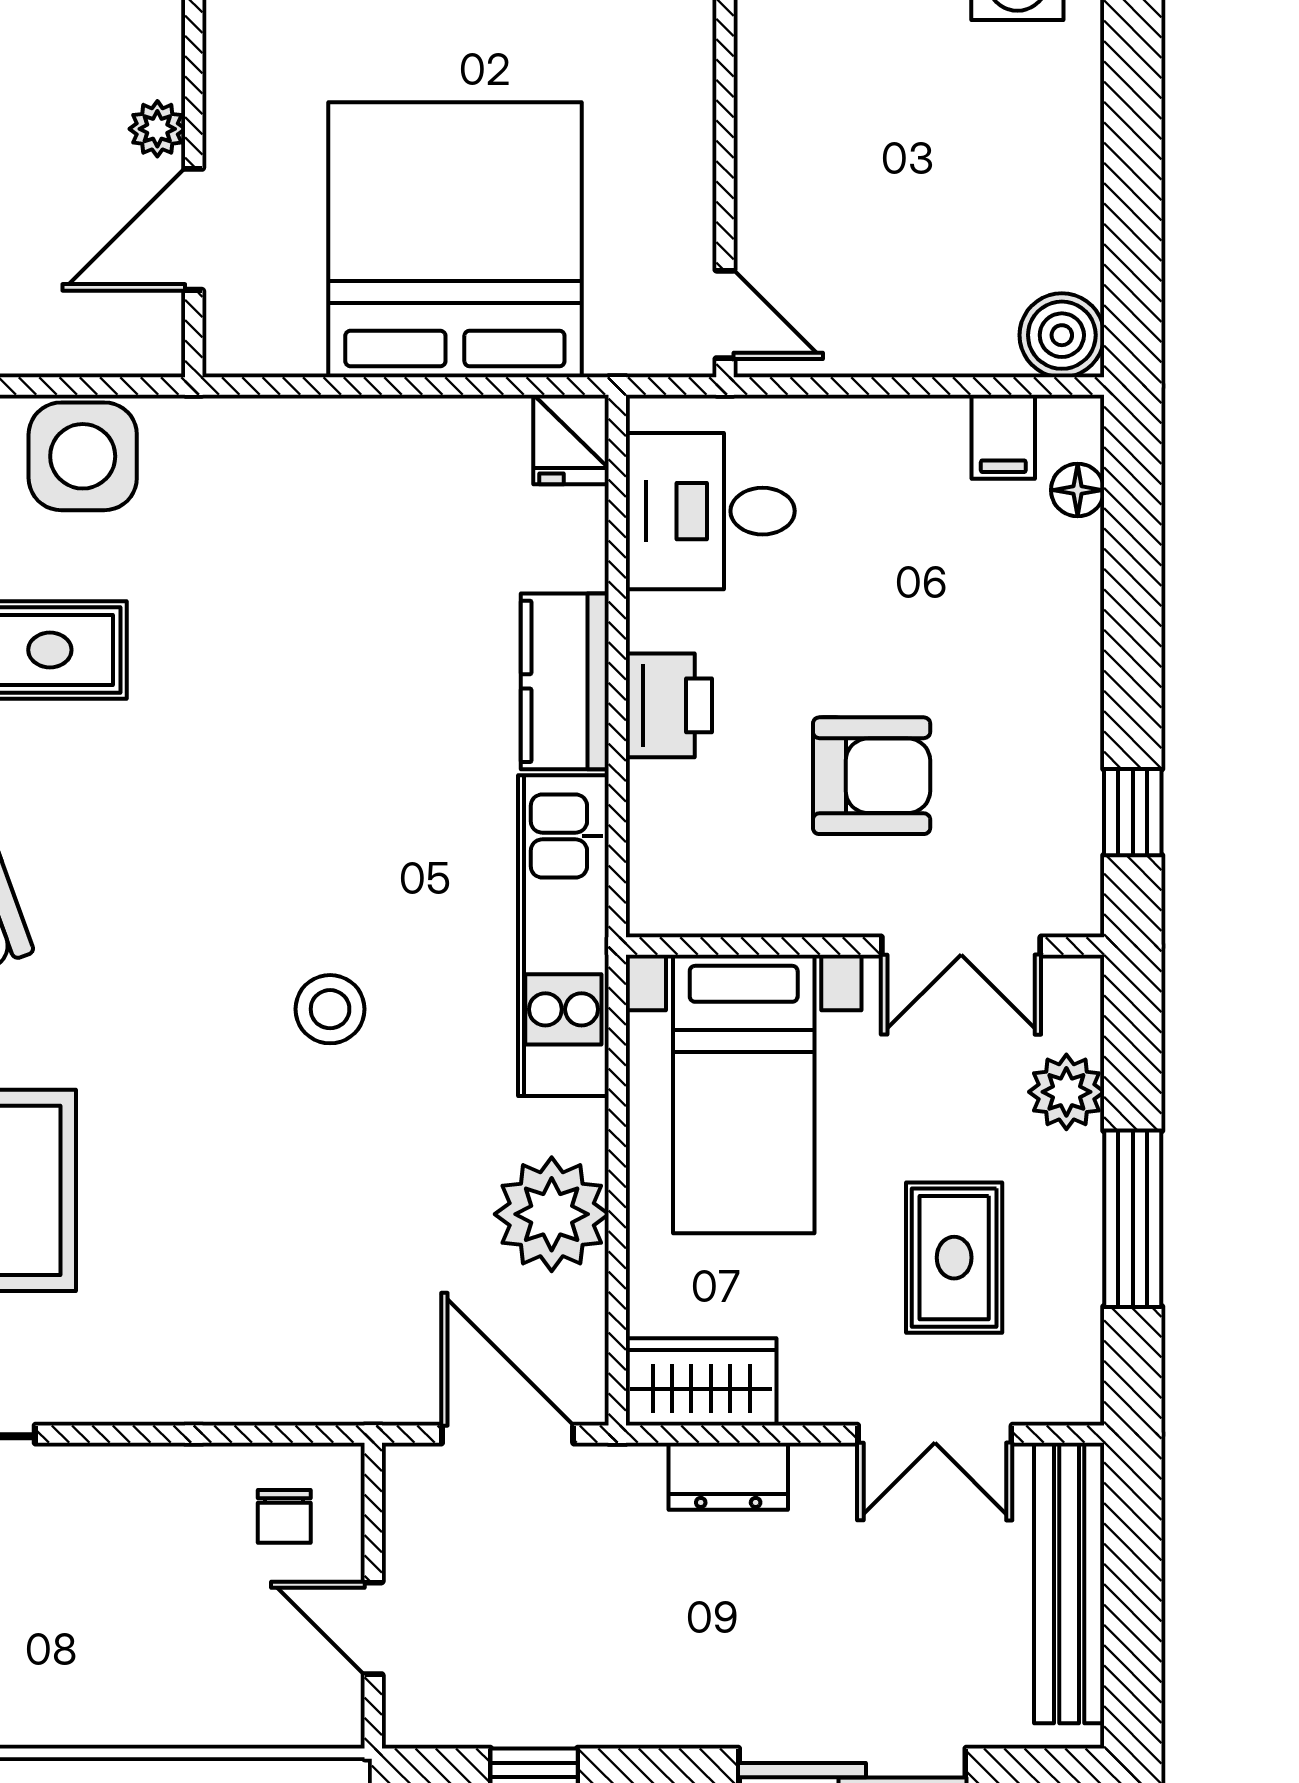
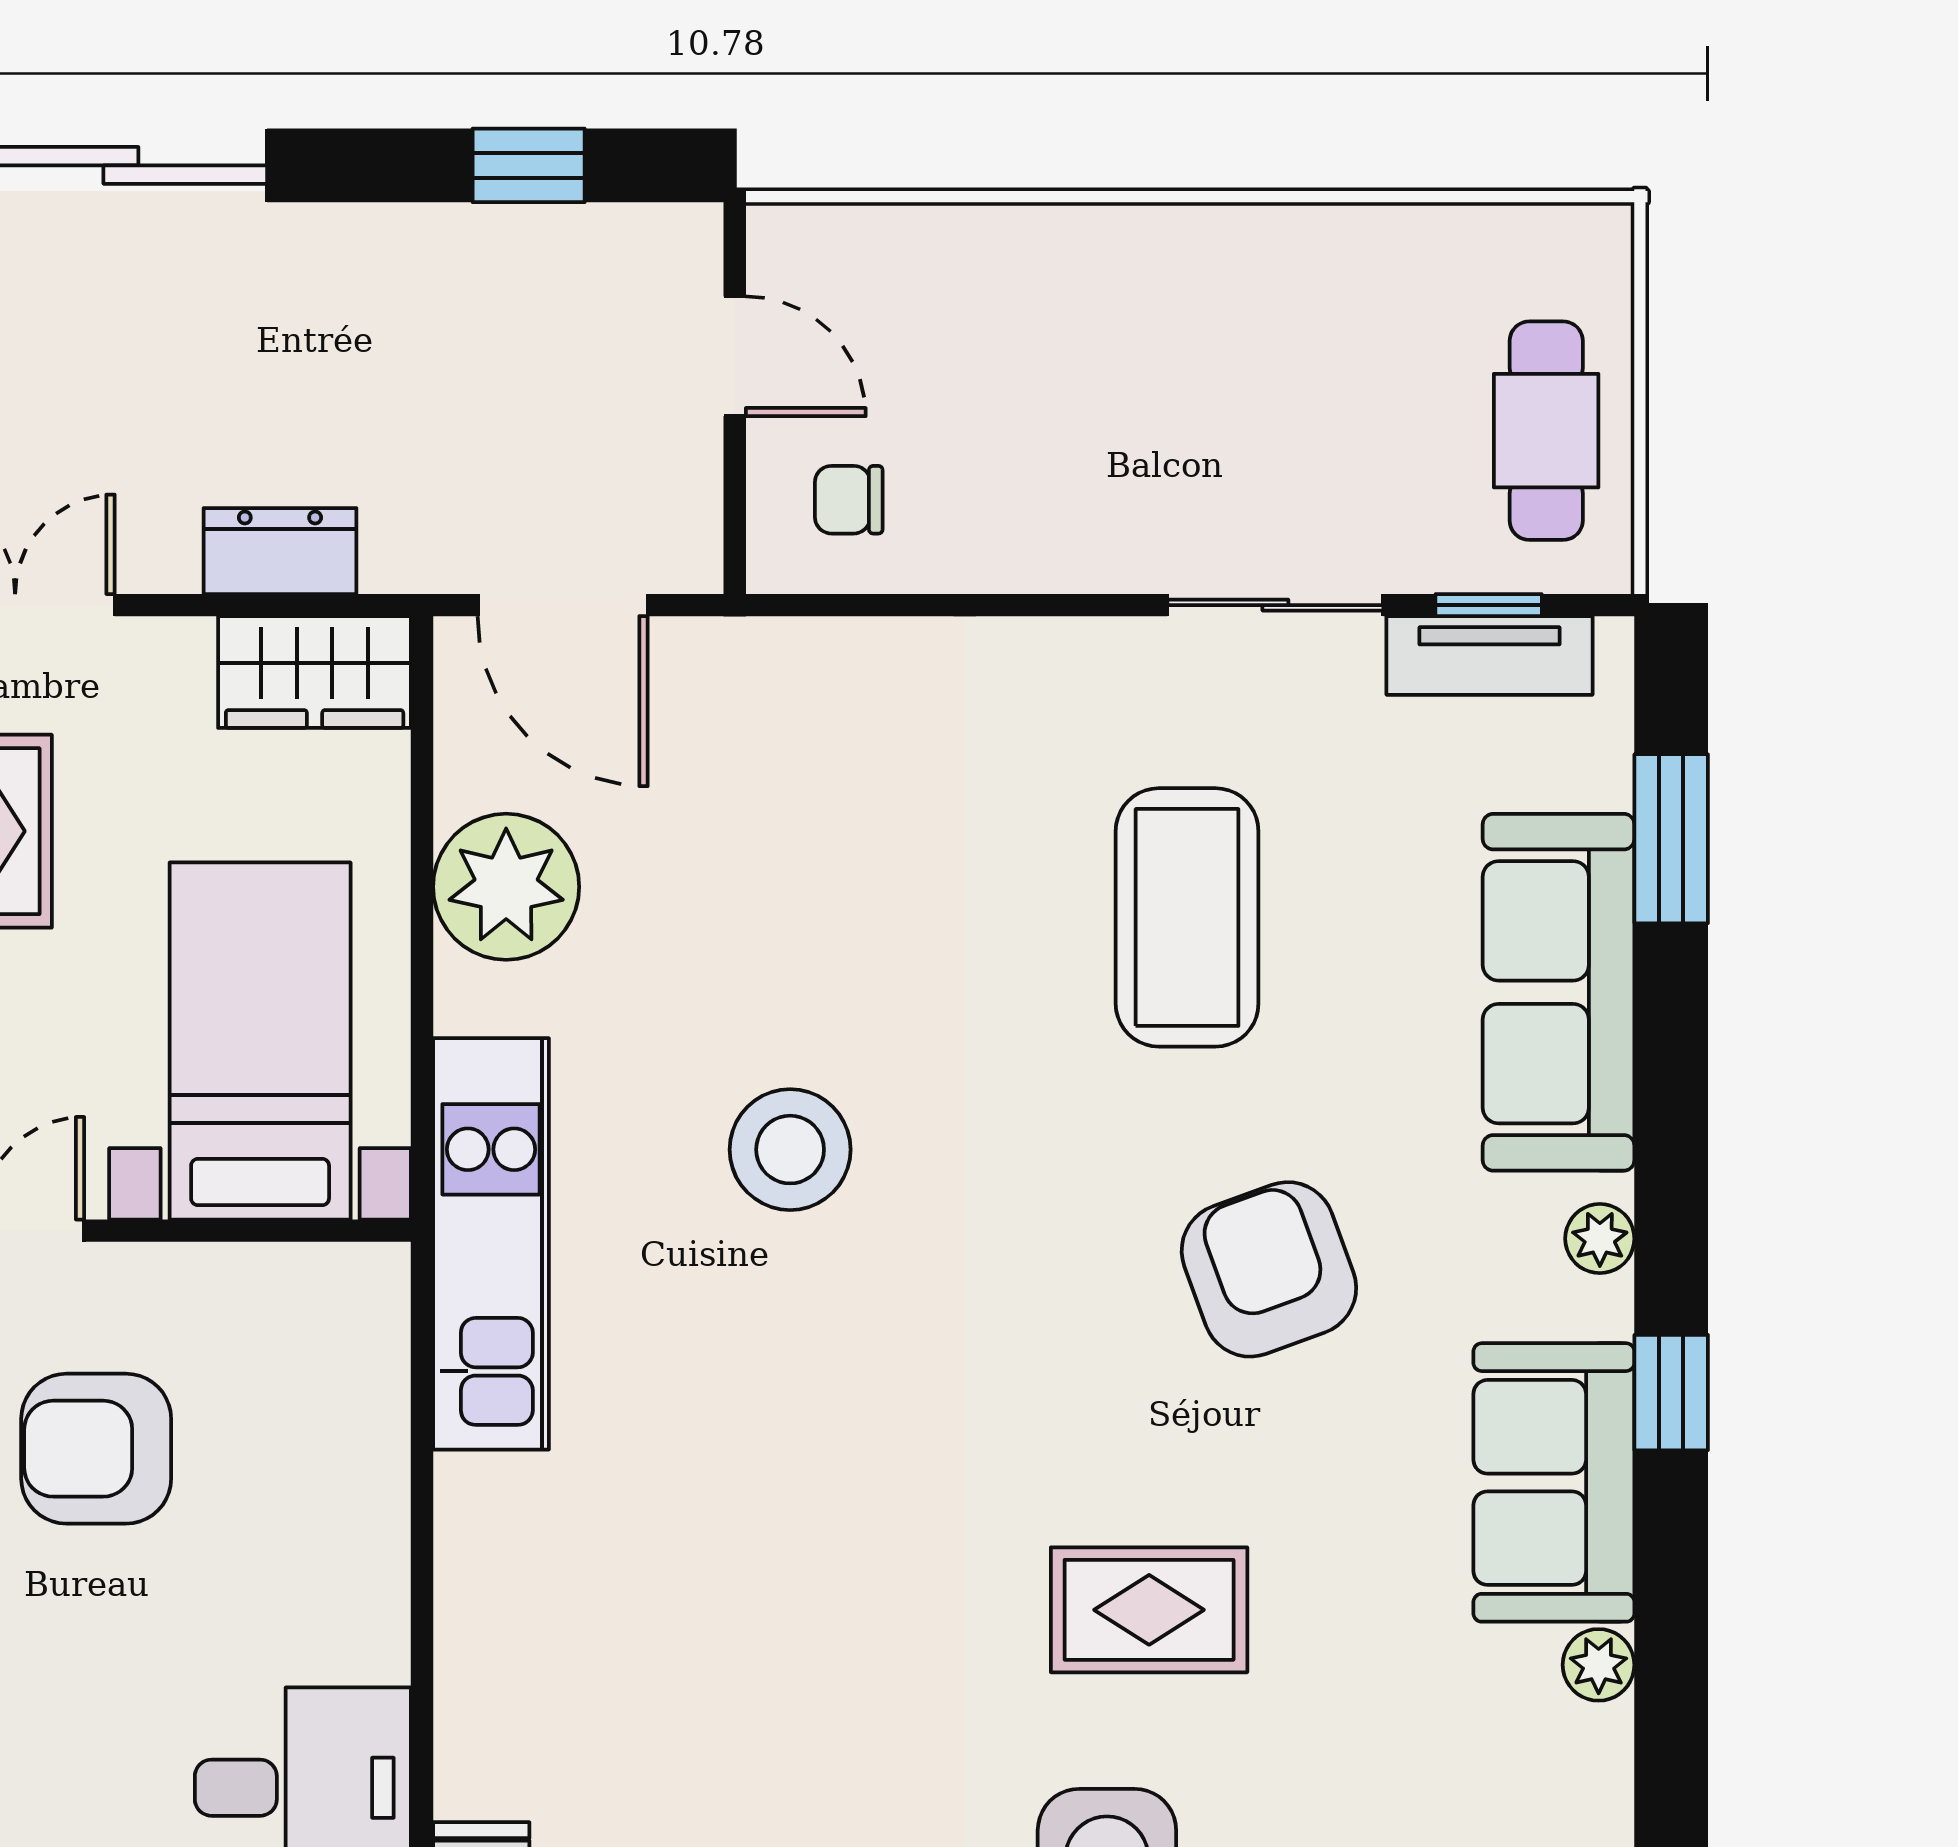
kitchen counter: (565, 681) -> (489, 1570), removed
printer: (669, 705) -> (356, 1539), removed
stool: (330, 1009) -> (790, 1150), width x1.38, depth x1.38
chair: (284, 1516) -> (849, 500), turned -90

